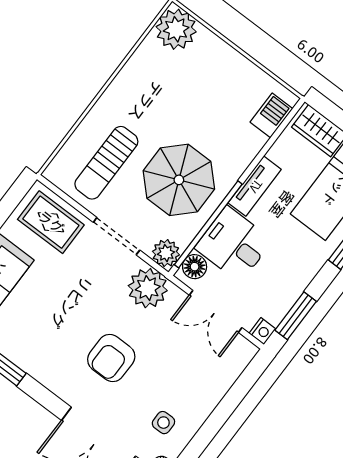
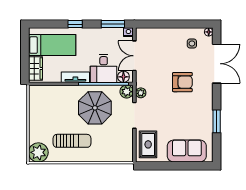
barbecue: (271, 115) -> (44, 91), removed
sun lounger: (106, 163) -> (72, 141), moved
plant: (148, 288) -> (141, 93), width x0.53, depth x0.53
double door: (216, 311) -> (134, 56), swing flipped

